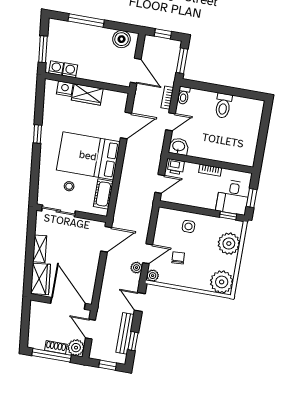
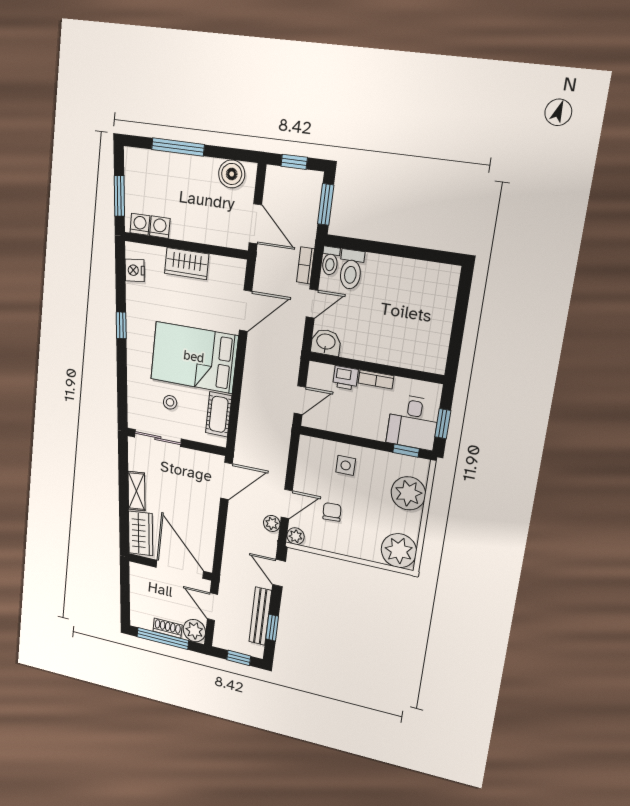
nightstand: (65, 89) -> (135, 270), moved, turned -96
toilet: (223, 106) -> (351, 269), moved
printer: (176, 167) -> (345, 378), moved

